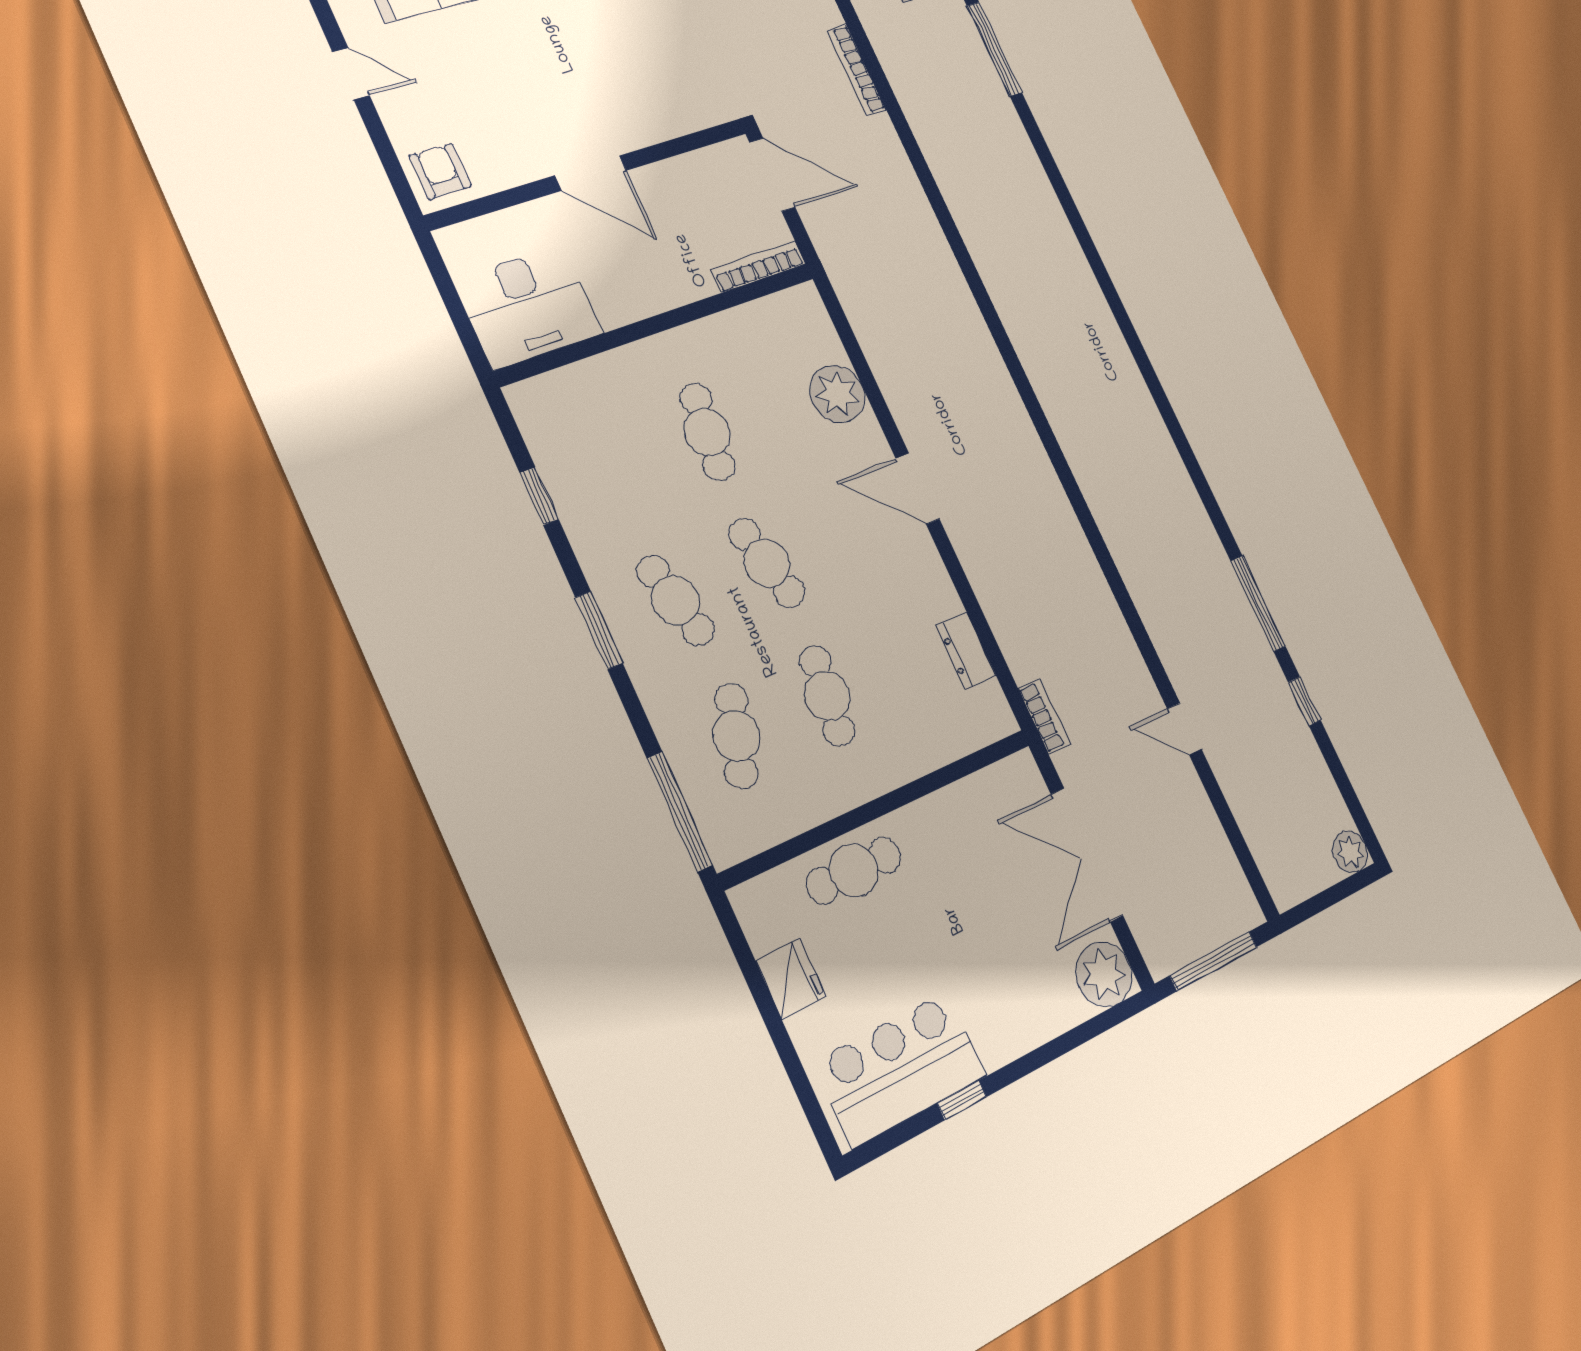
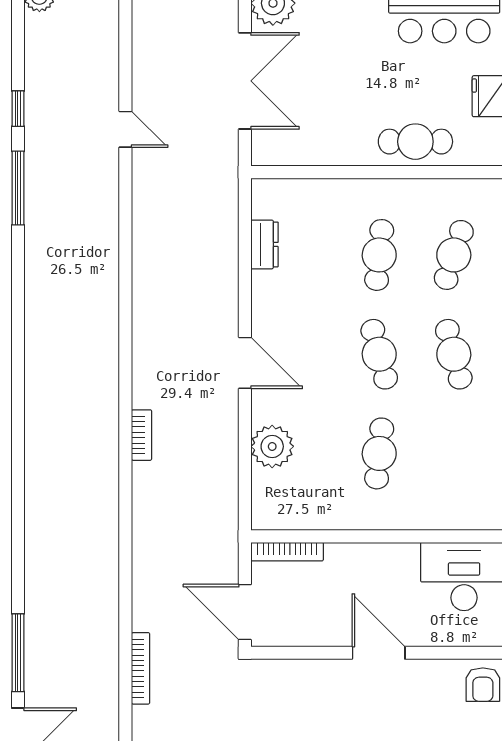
bookcase: (1044, 716) -> (142, 435), moved, turned 180

